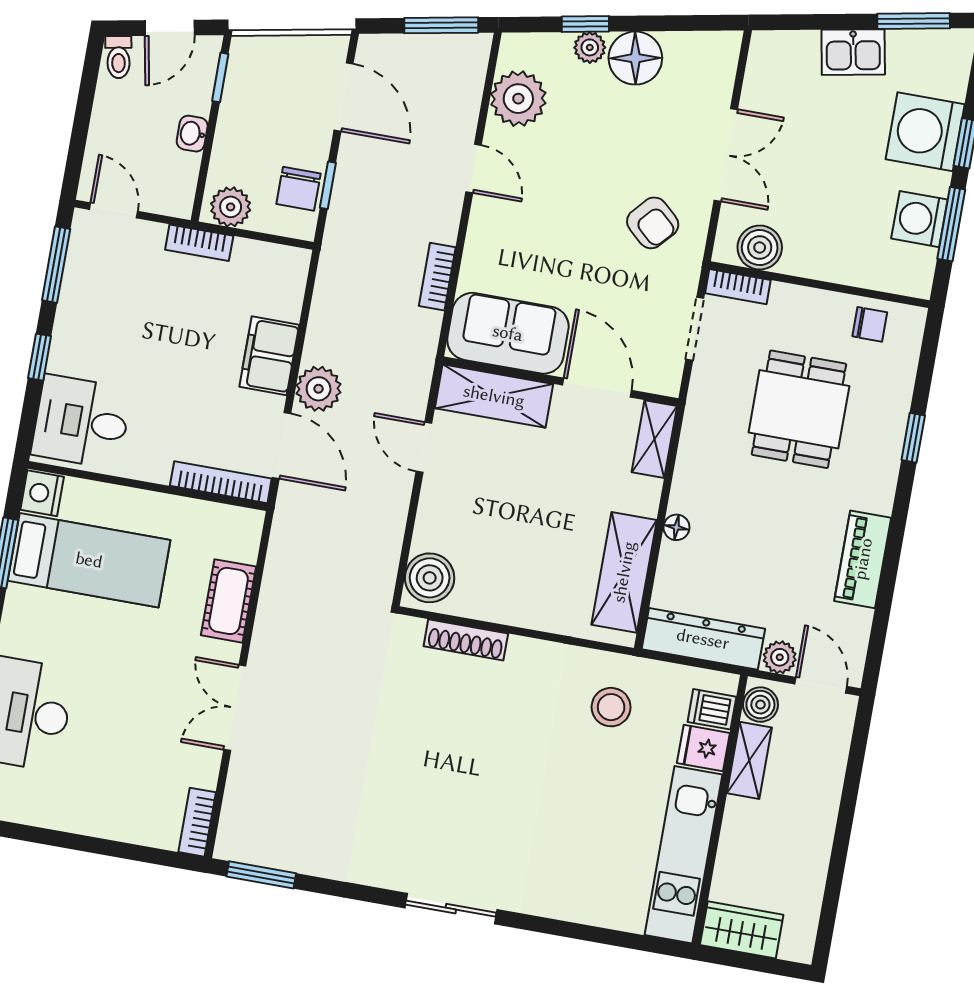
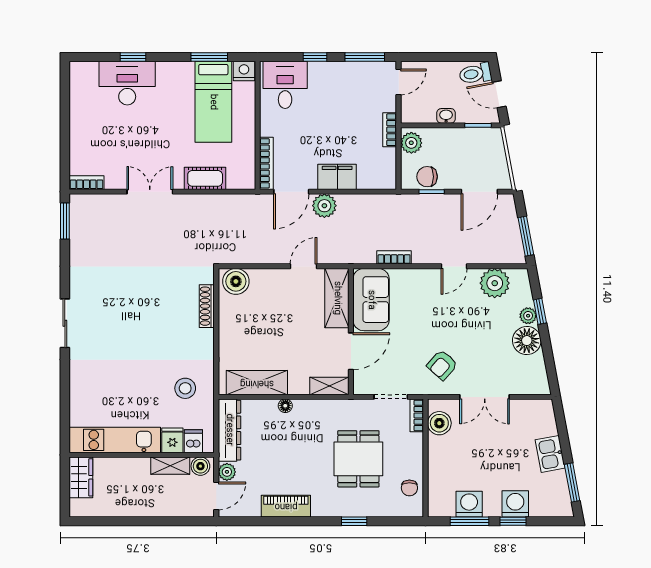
toilet: (118, 57) -> (475, 74), width x1.37, depth x1.39
washing machine: (925, 132) -> (515, 504), width x0.73, depth x0.73
dining table: (799, 409) -> (358, 459), turned 90

